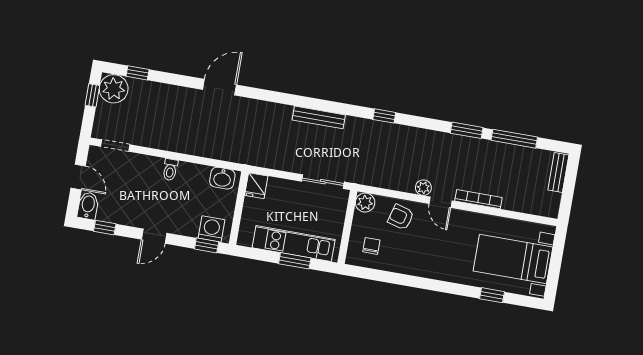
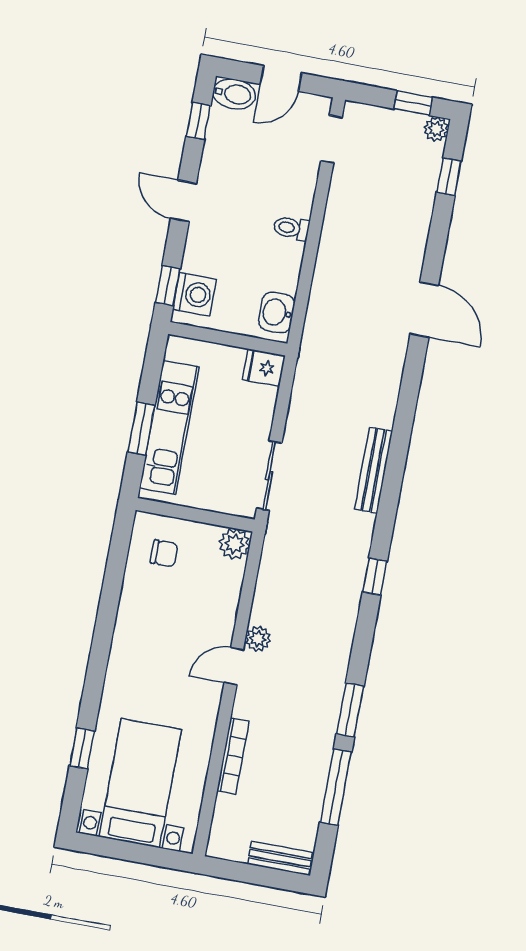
plant: (114, 89) -> (436, 129), width x0.53, depth x0.53
bookcase: (478, 199) -> (233, 756), moved
armchair: (401, 217) -> (210, 602), removed

